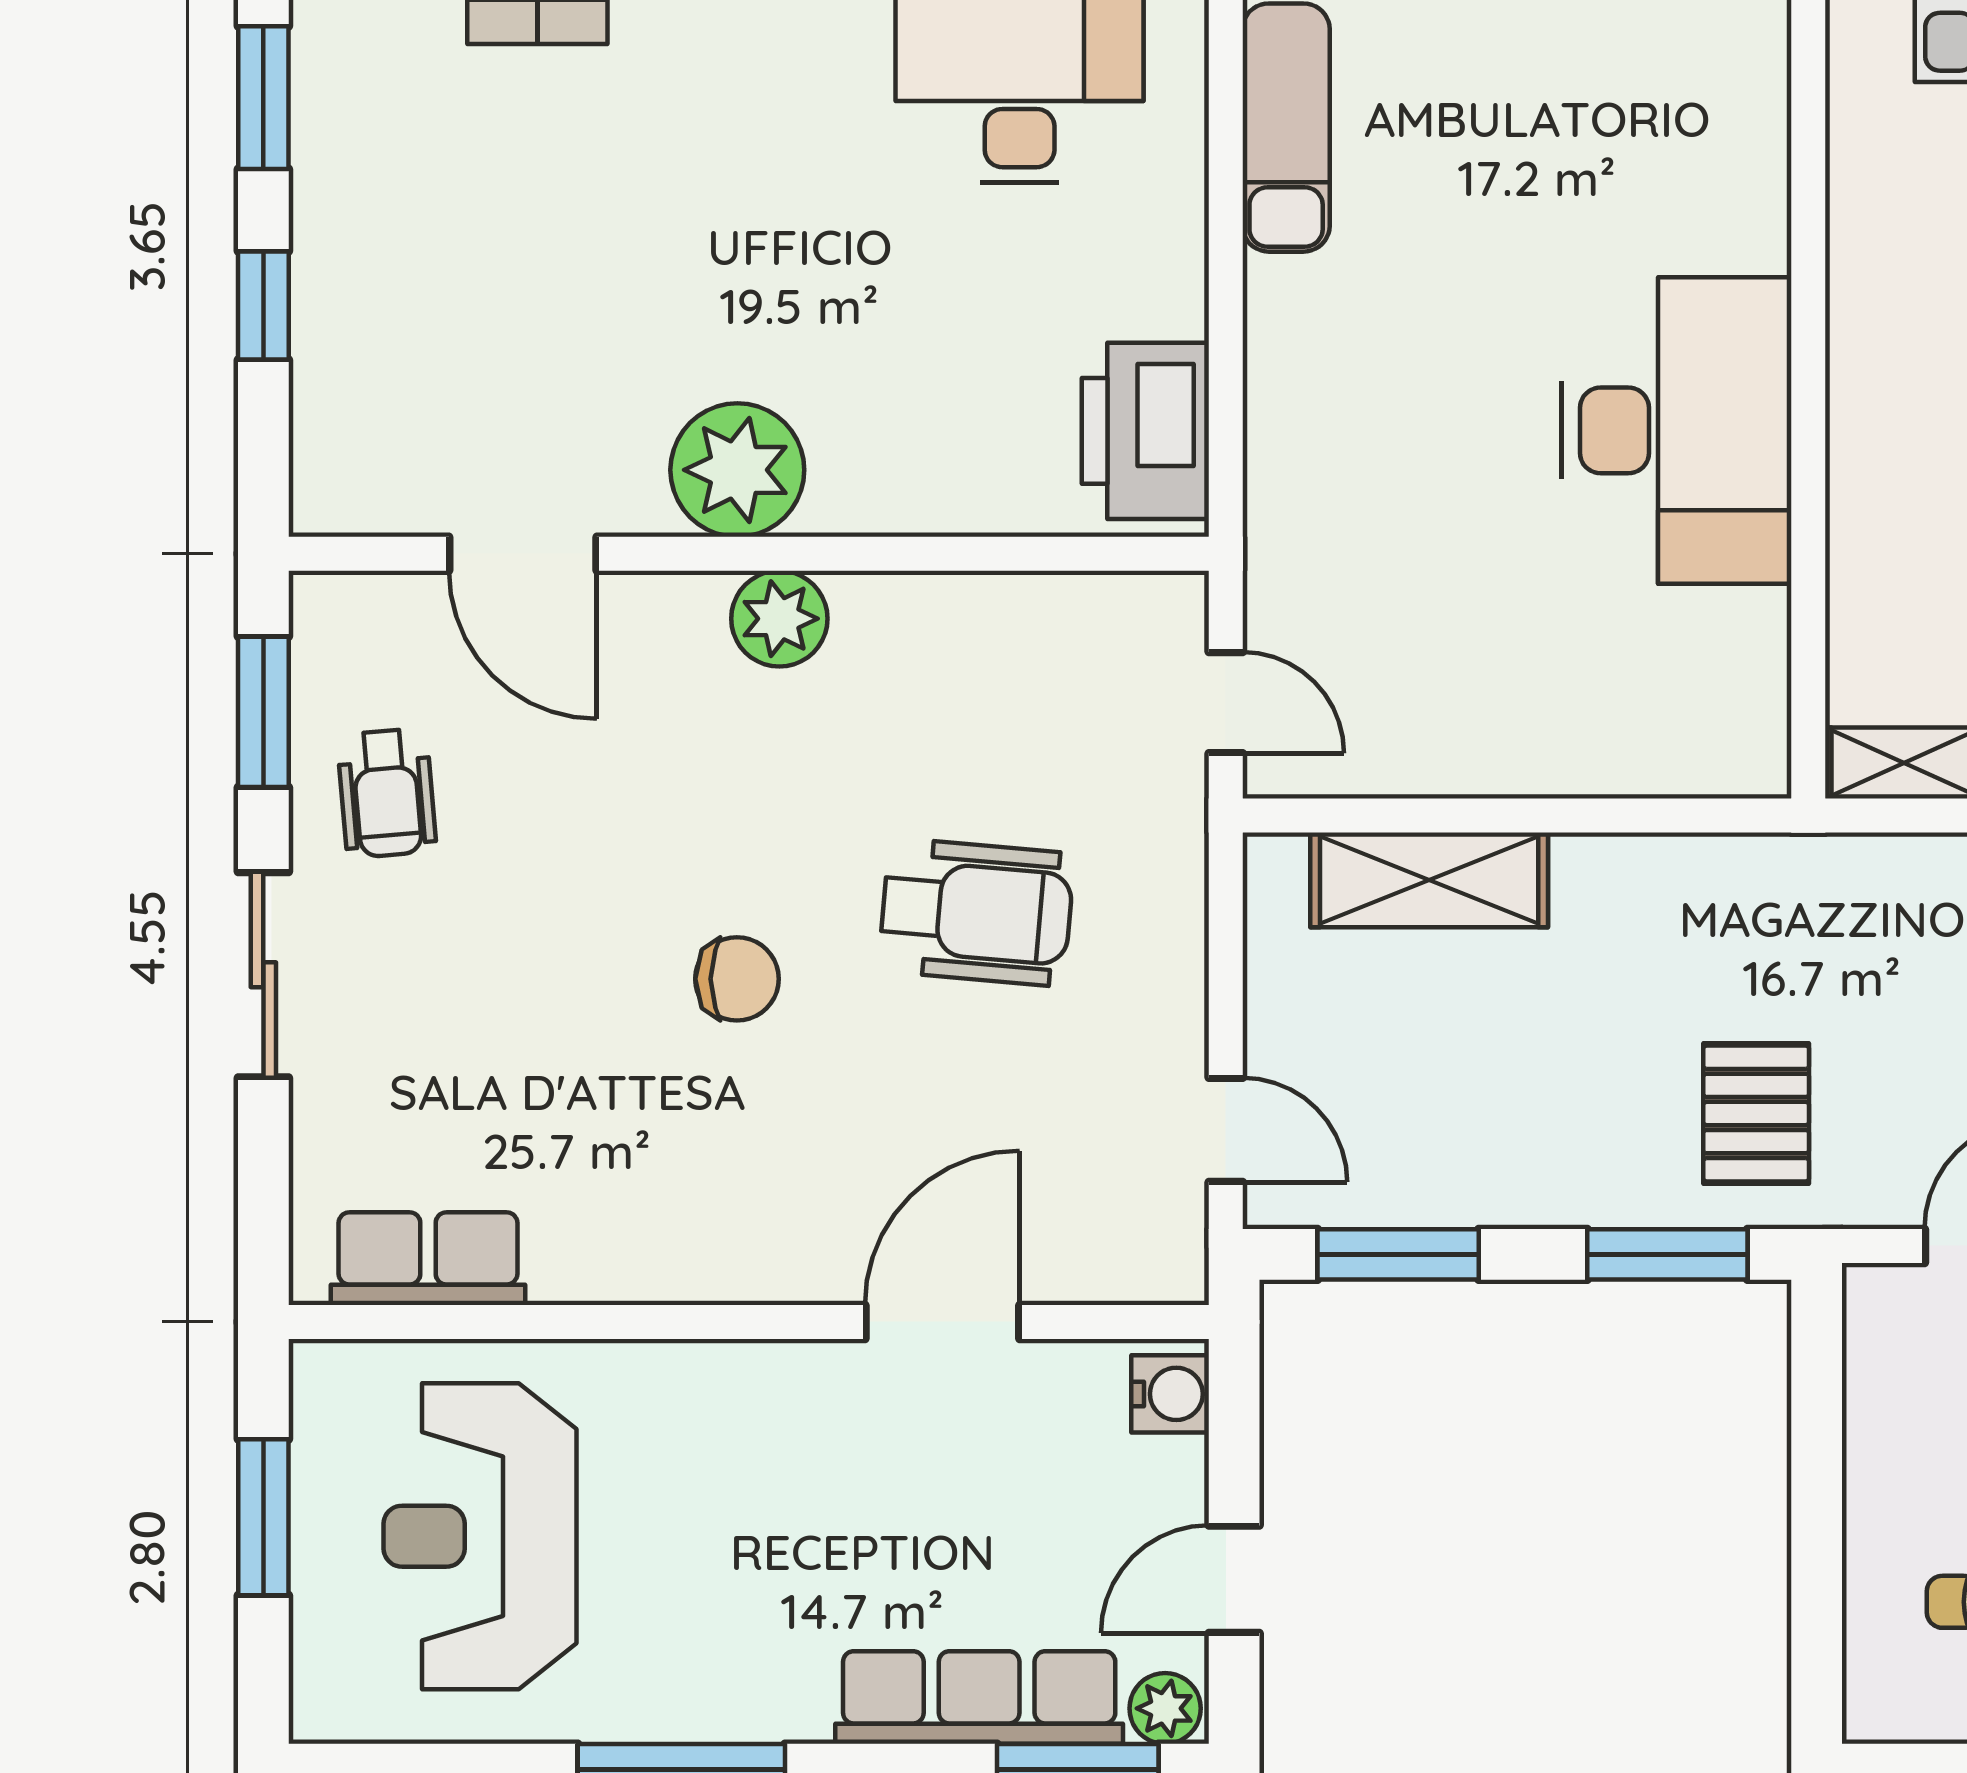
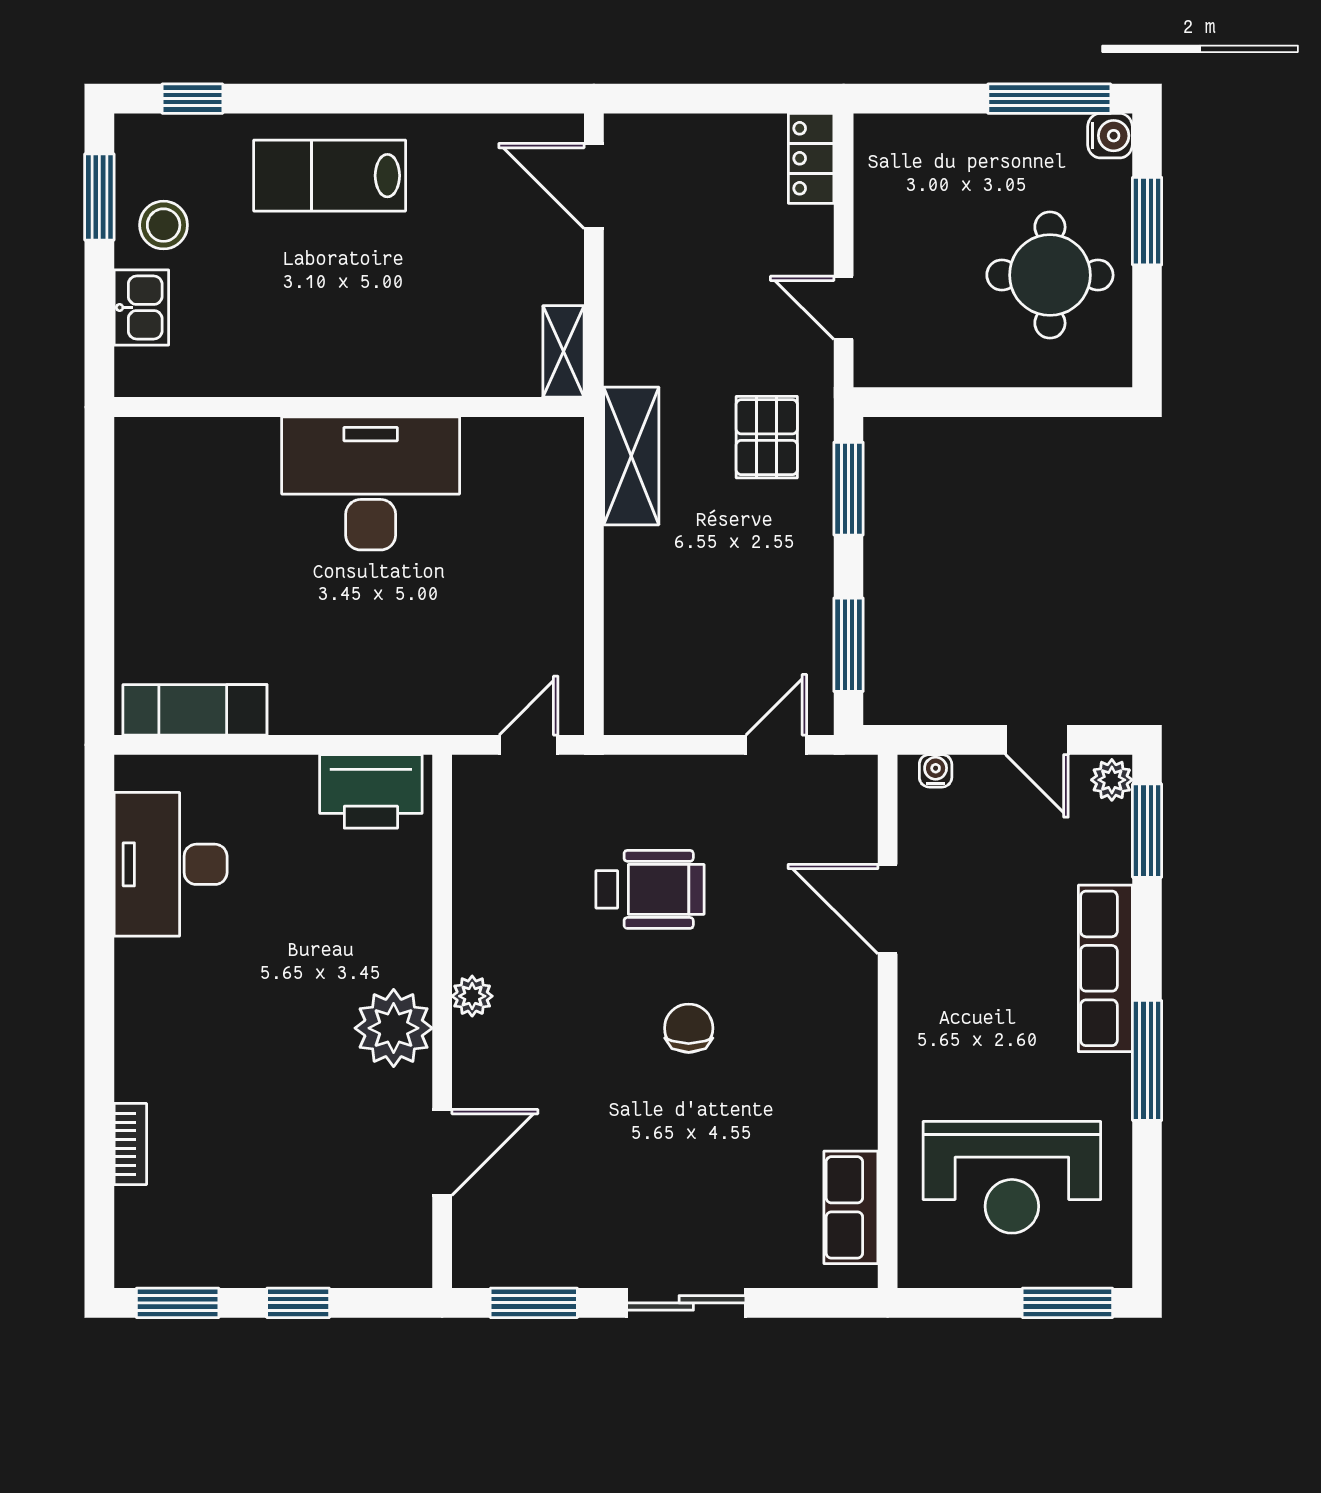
plant: (779, 619) -> (472, 996), width x0.73, depth x0.73
wheelchair: (387, 793) -> (581, 1231), removed
shelving: (1429, 880) -> (631, 456), moved
wheelchair: (976, 912) -> (650, 889), turned 85
pallet: (1756, 1113) -> (767, 437), turned 90
water cooler: (1170, 1394) -> (936, 771), width x0.72, depth x0.72
window: (263, 1517) -> (1067, 1303), moved
row of seats: (979, 1698) -> (1105, 968), moved

